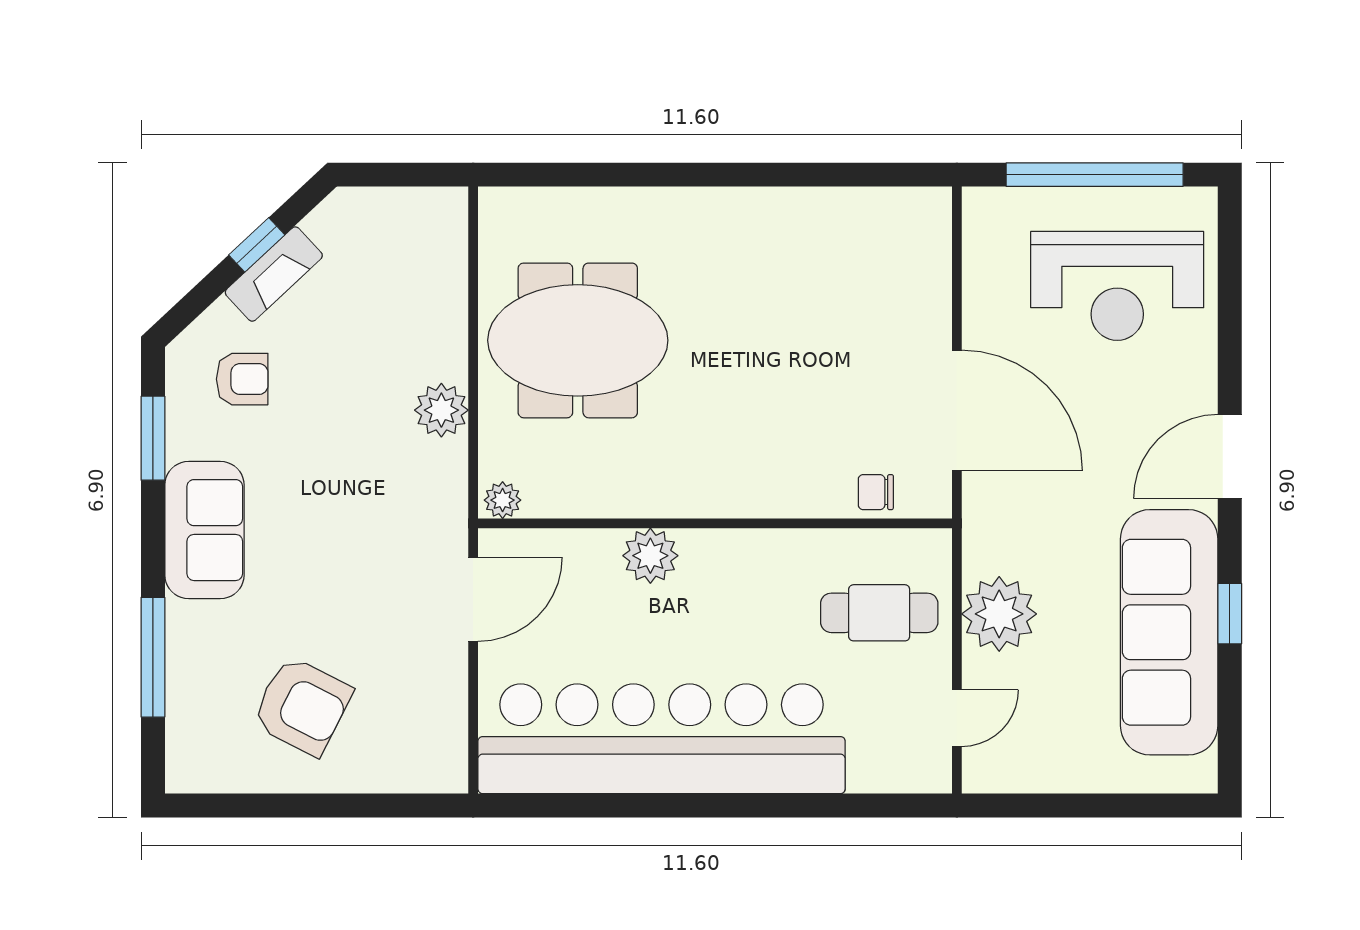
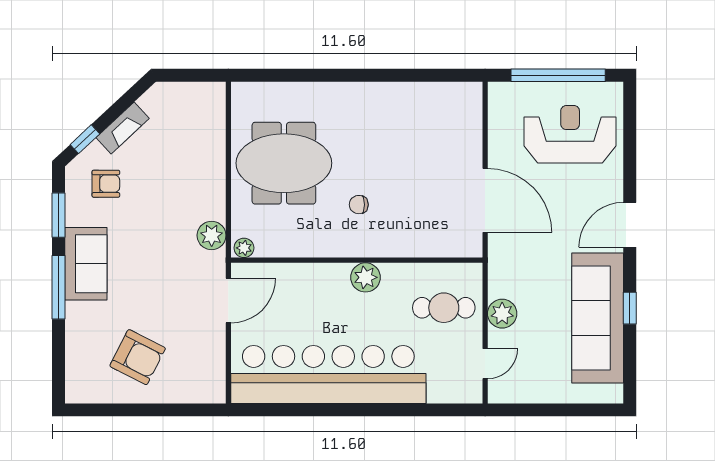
window: (257, 245) -> (85, 139), moved
reception desk: (1117, 286) -> (570, 134), turned 180
plant: (441, 410) -> (212, 235), moved
chair: (876, 492) -> (359, 205), moved
plant: (650, 556) -> (366, 277), moved
plant: (999, 614) -> (502, 314), width x0.73, depth x0.73
window: (153, 657) -> (58, 287), moved

